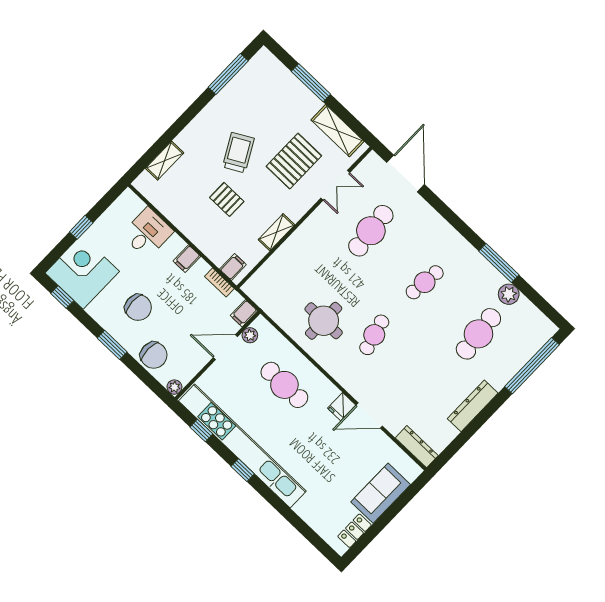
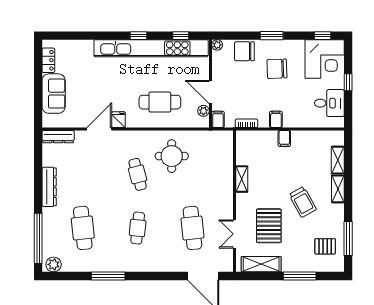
shelving: (192, 132) -> (338, 189), added
pallet: (227, 199) -> (325, 246), moved
desk: (147, 233) -> (329, 103), moved, turned -90
filing cabinet: (233, 267) -> (284, 138), moved
plant: (509, 294) -> (54, 264), moved
door: (225, 347) -> (210, 92), swing flipped

